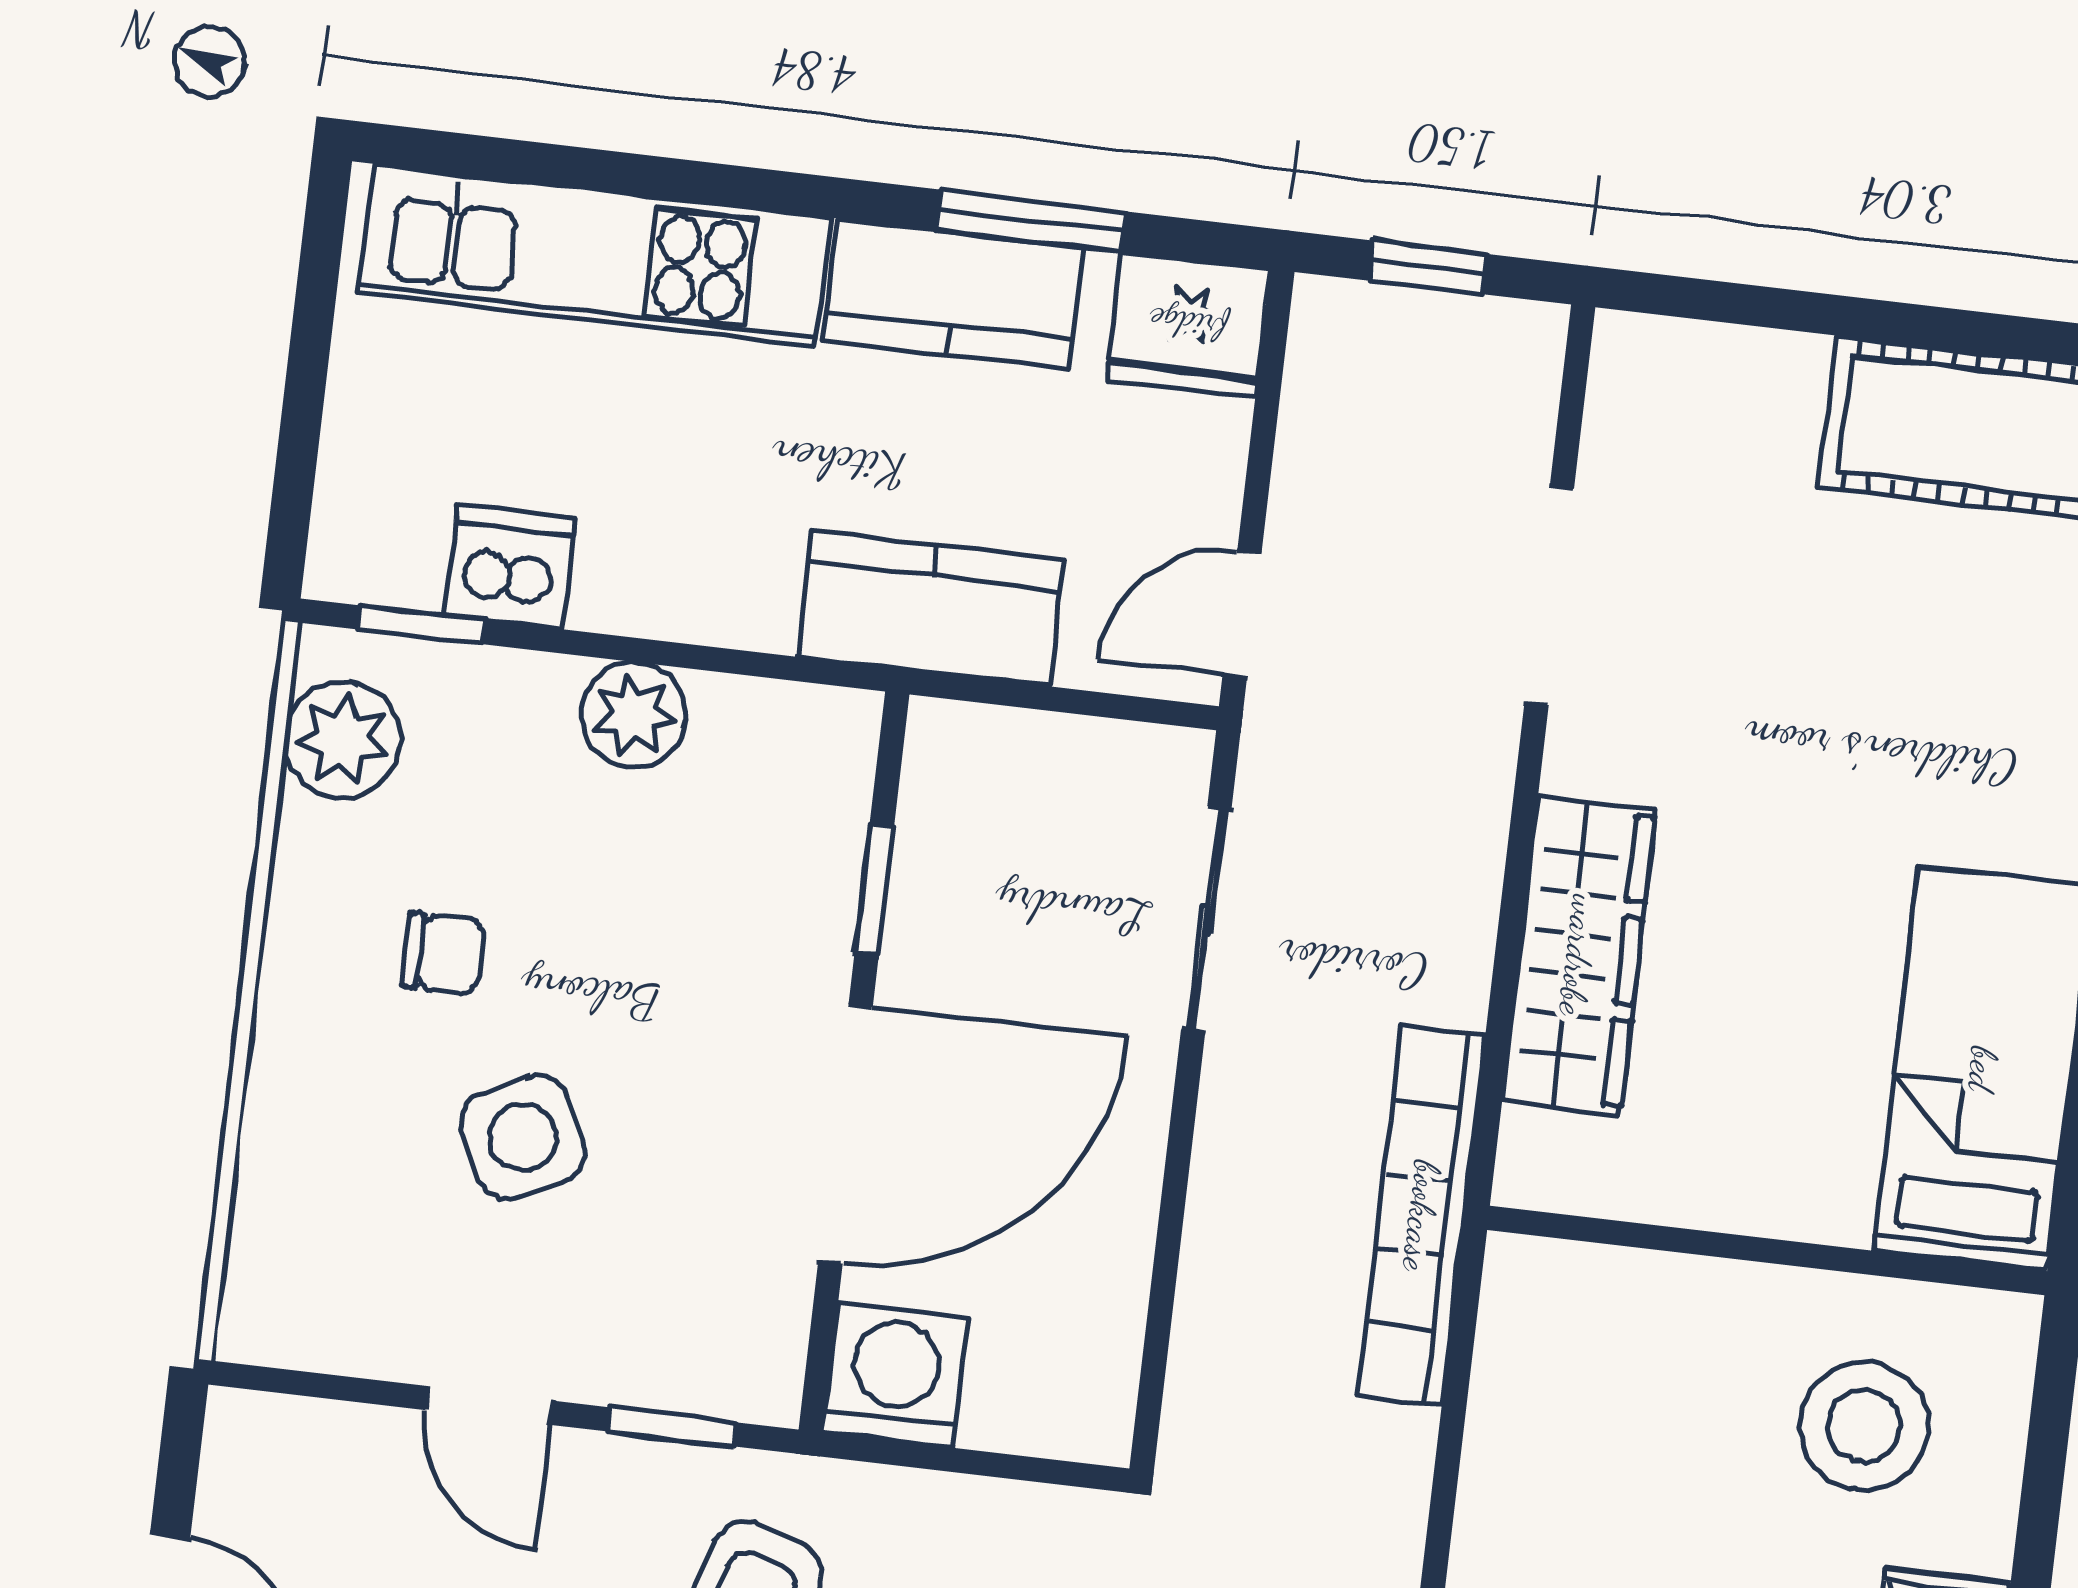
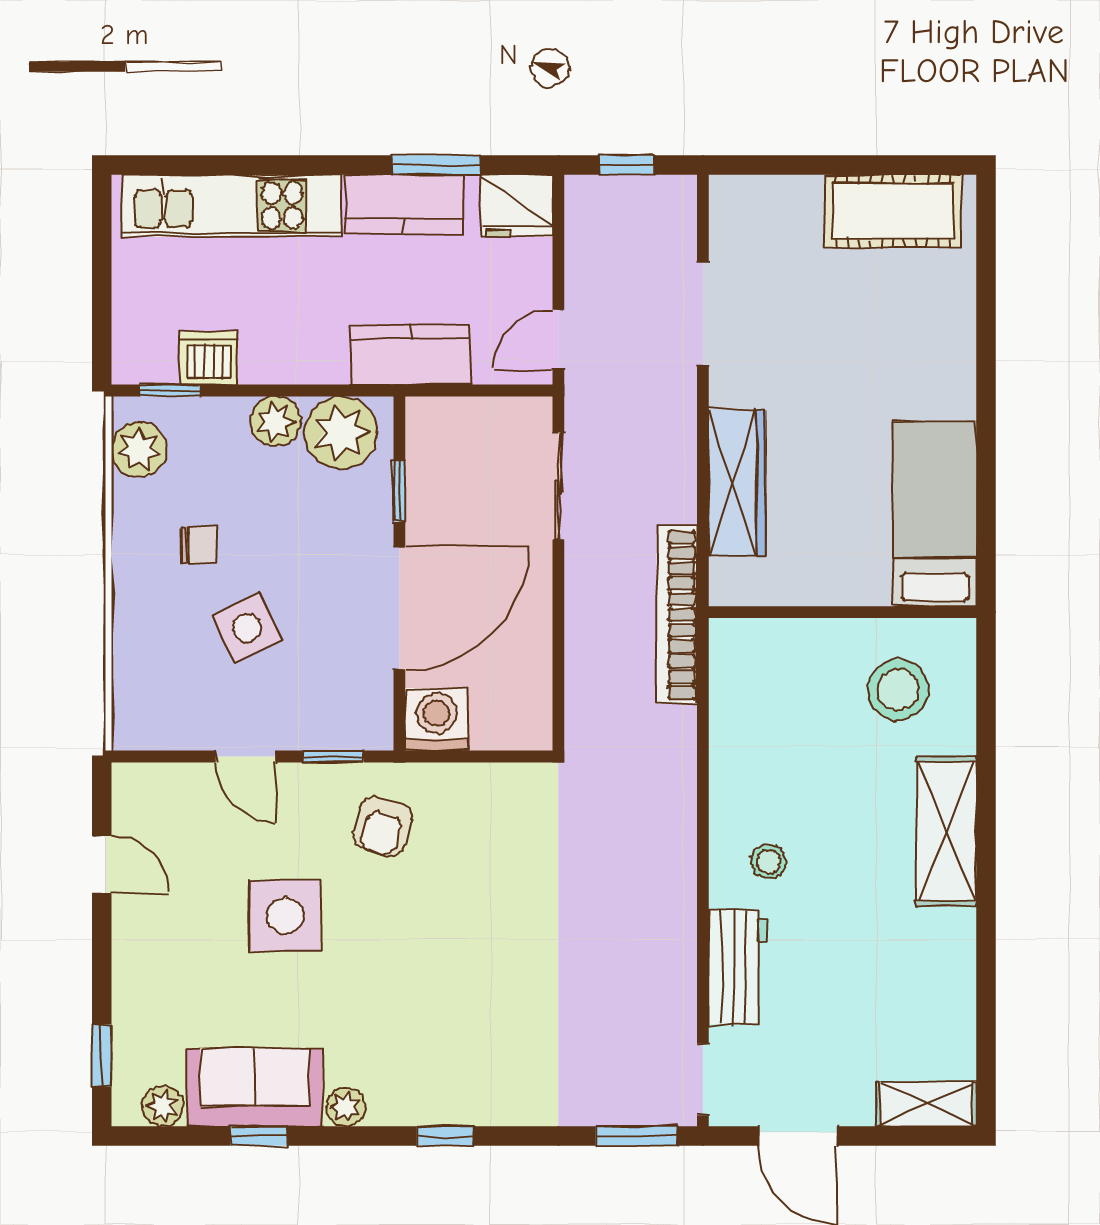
plant: (767, 754) -> (341, 433), added

